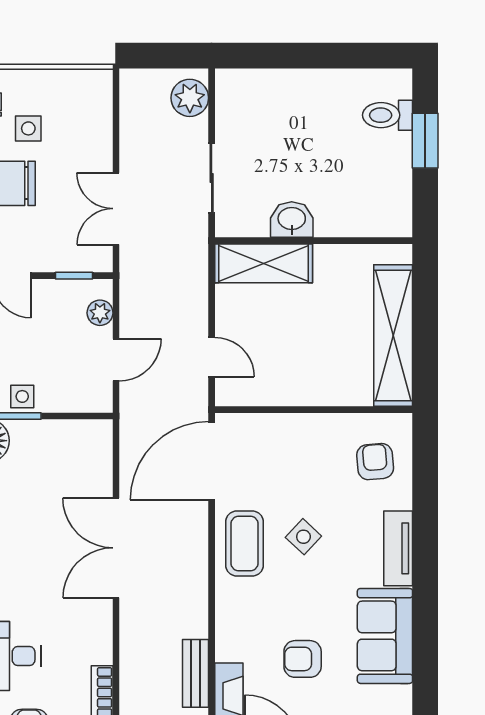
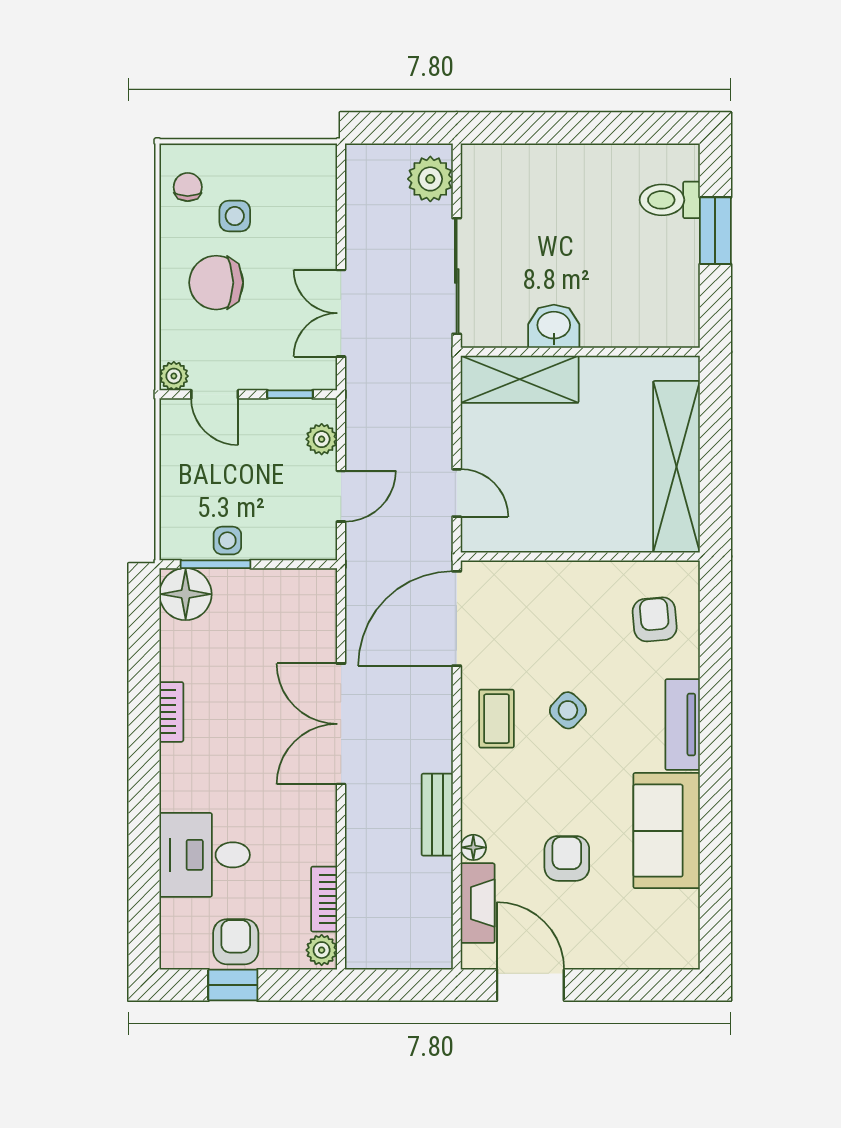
sliding door: (212, 178) -> (457, 276), width x1.37
coffee table: (244, 544) -> (497, 719), width x0.73, depth x0.77
floor lamp: (225, 650) -> (473, 847), added
armchair: (303, 659) -> (567, 858), turned 90
bench: (195, 673) -> (437, 815), moved

